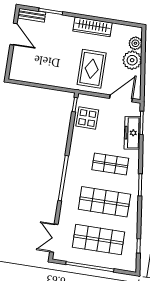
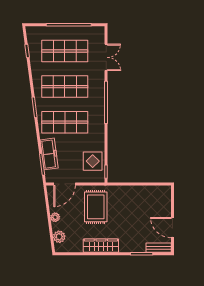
plant: (132, 60) -> (55, 217), width x0.53, depth x0.53
shop shelf: (110, 164) -> (65, 122), width x1.43, depth x1.36
double door: (54, 238) -> (106, 57), moved

